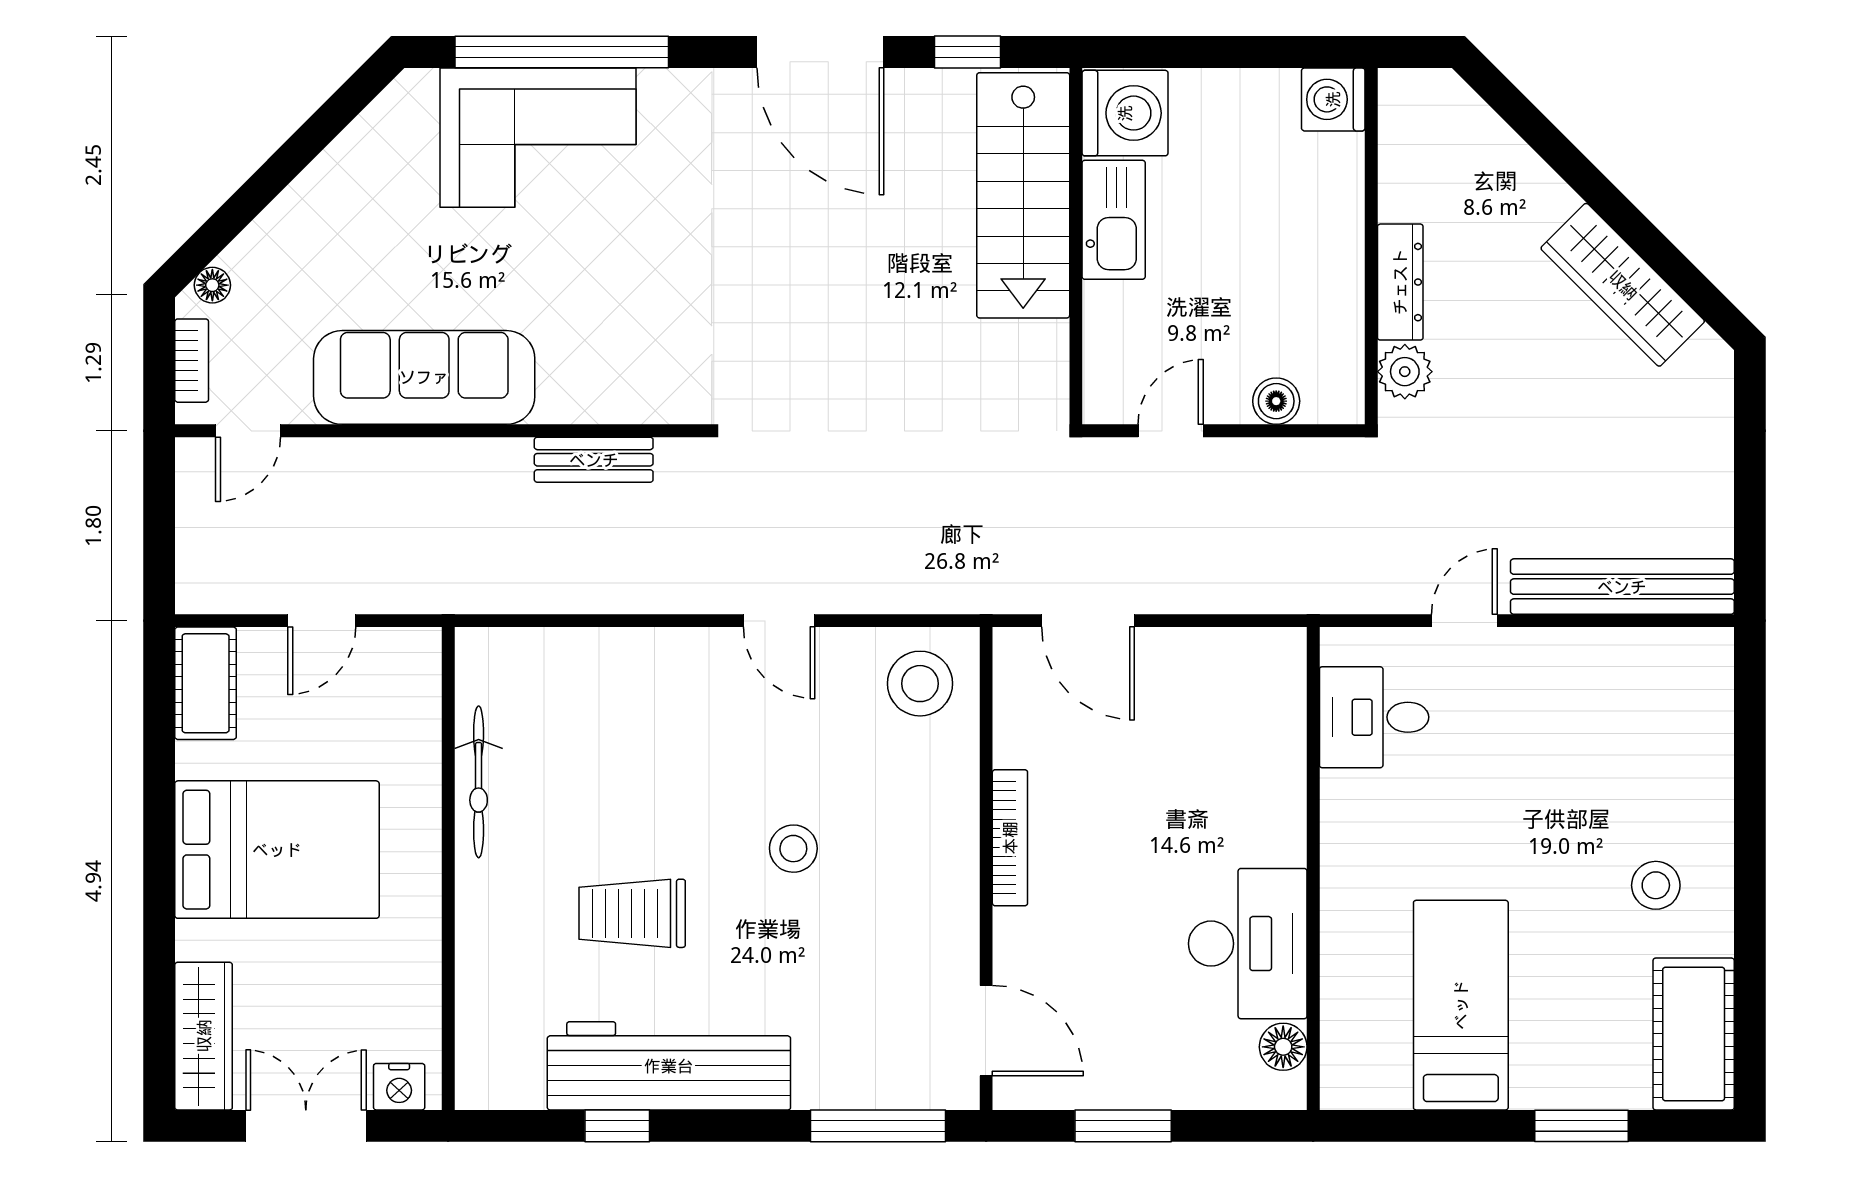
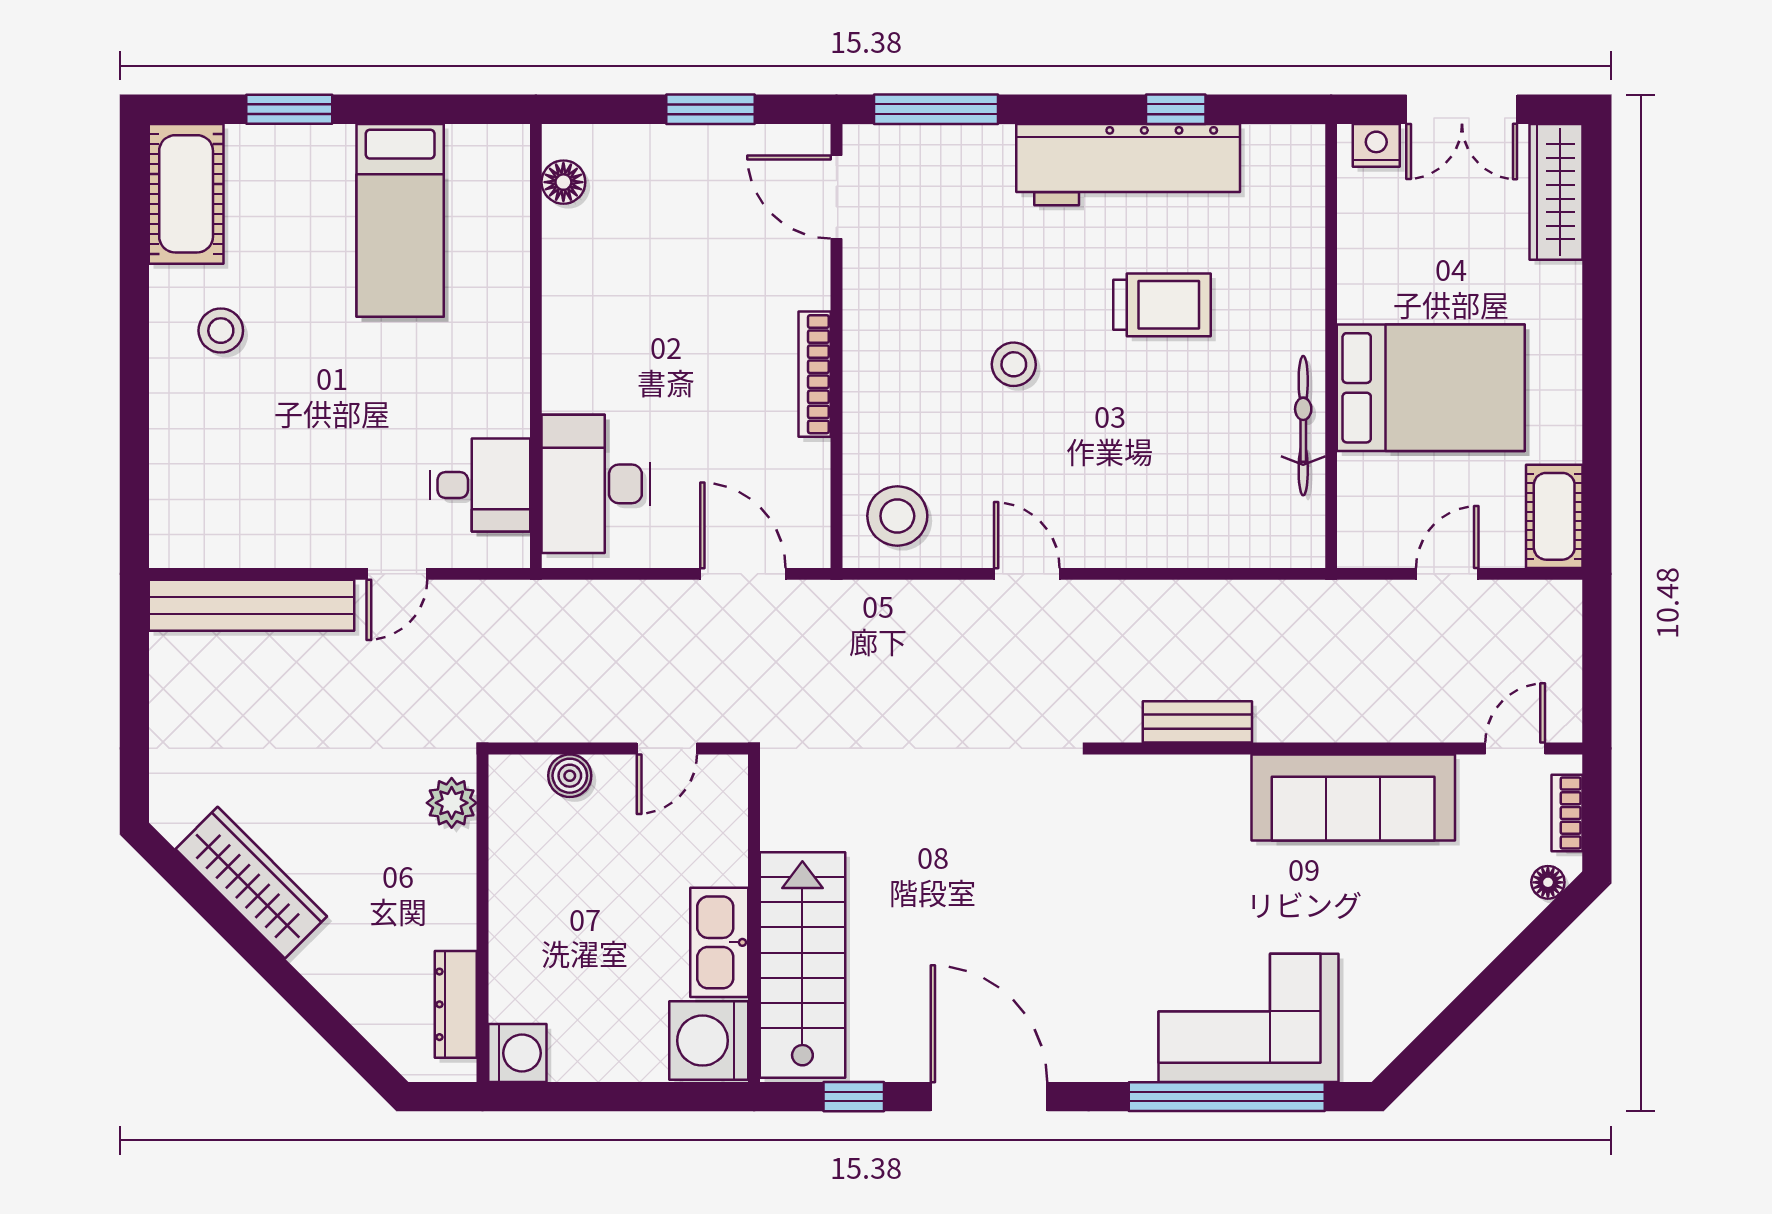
dresser: (1400, 282) -> (456, 1004), moved
bed: (277, 850) -> (1431, 388), moved, turned 180
desk: (1248, 944) -> (596, 484), moved

